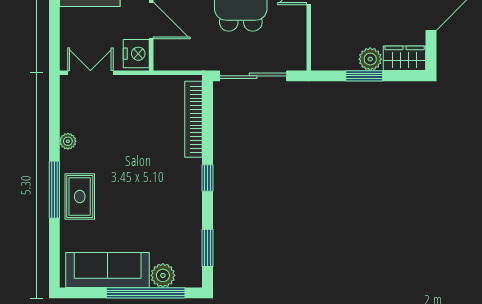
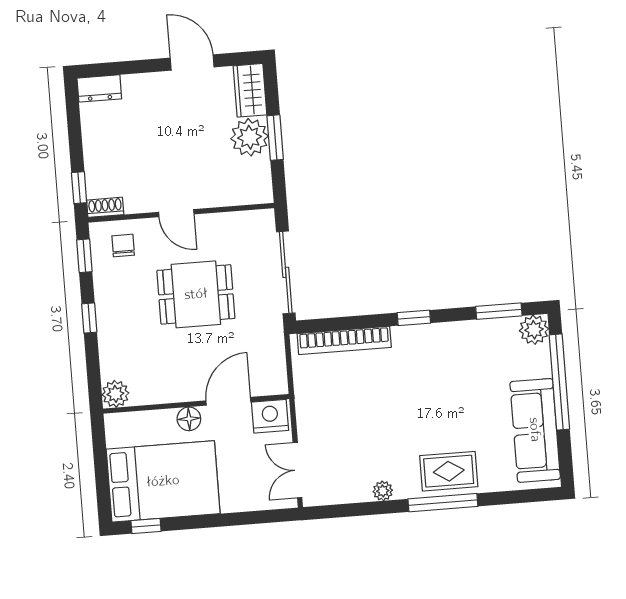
plant: (370, 59) -> (250, 137), width x1.36, depth x1.36
plant: (163, 275) -> (534, 330), moved

